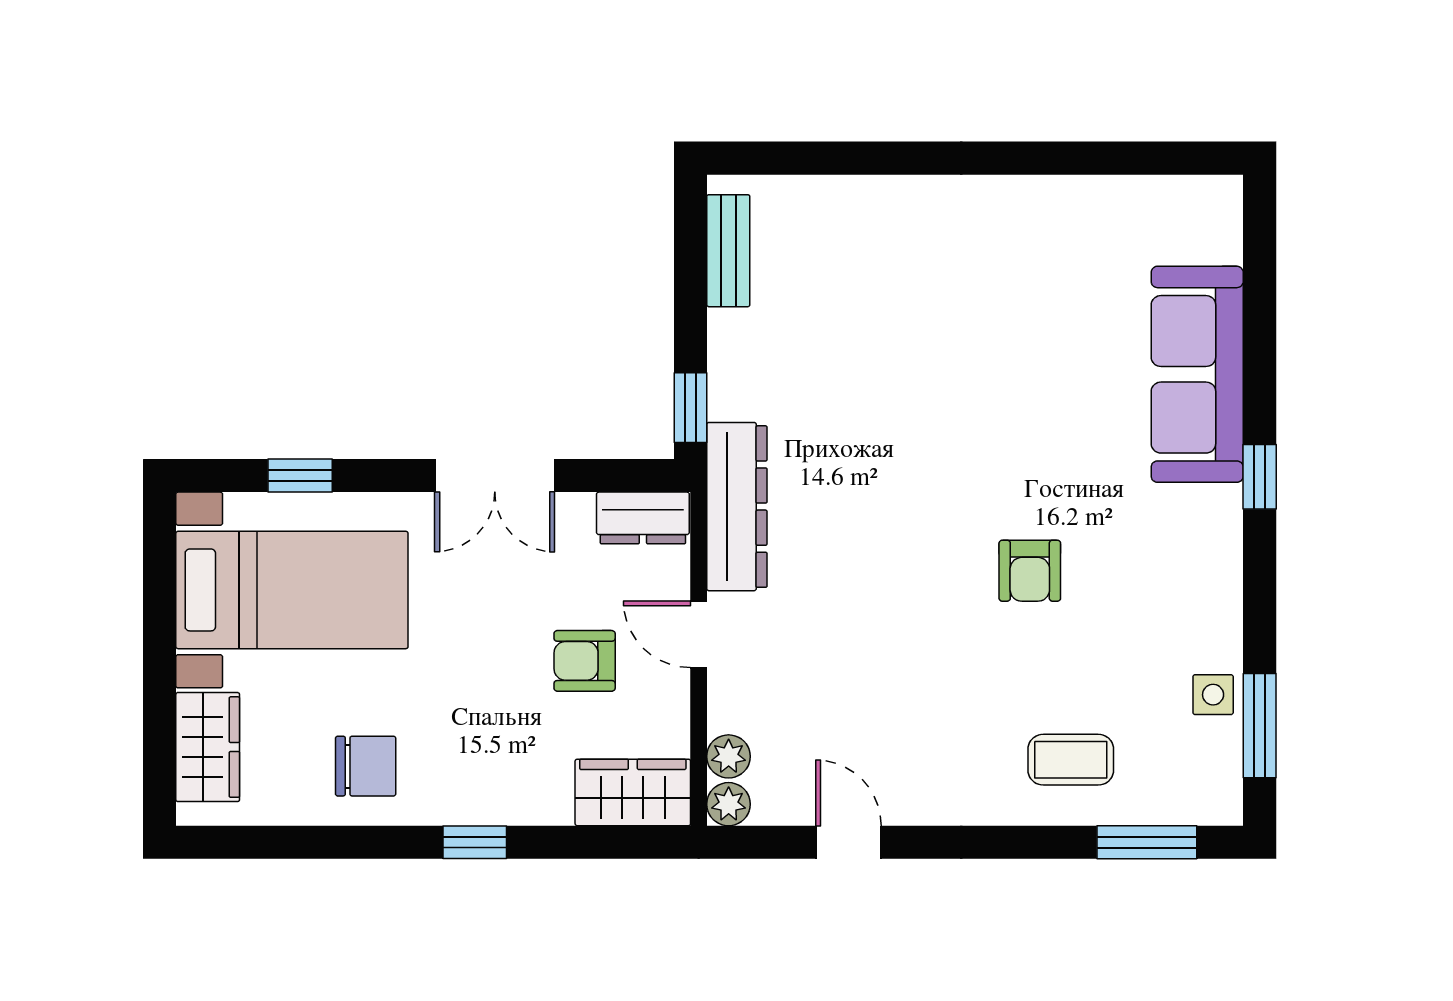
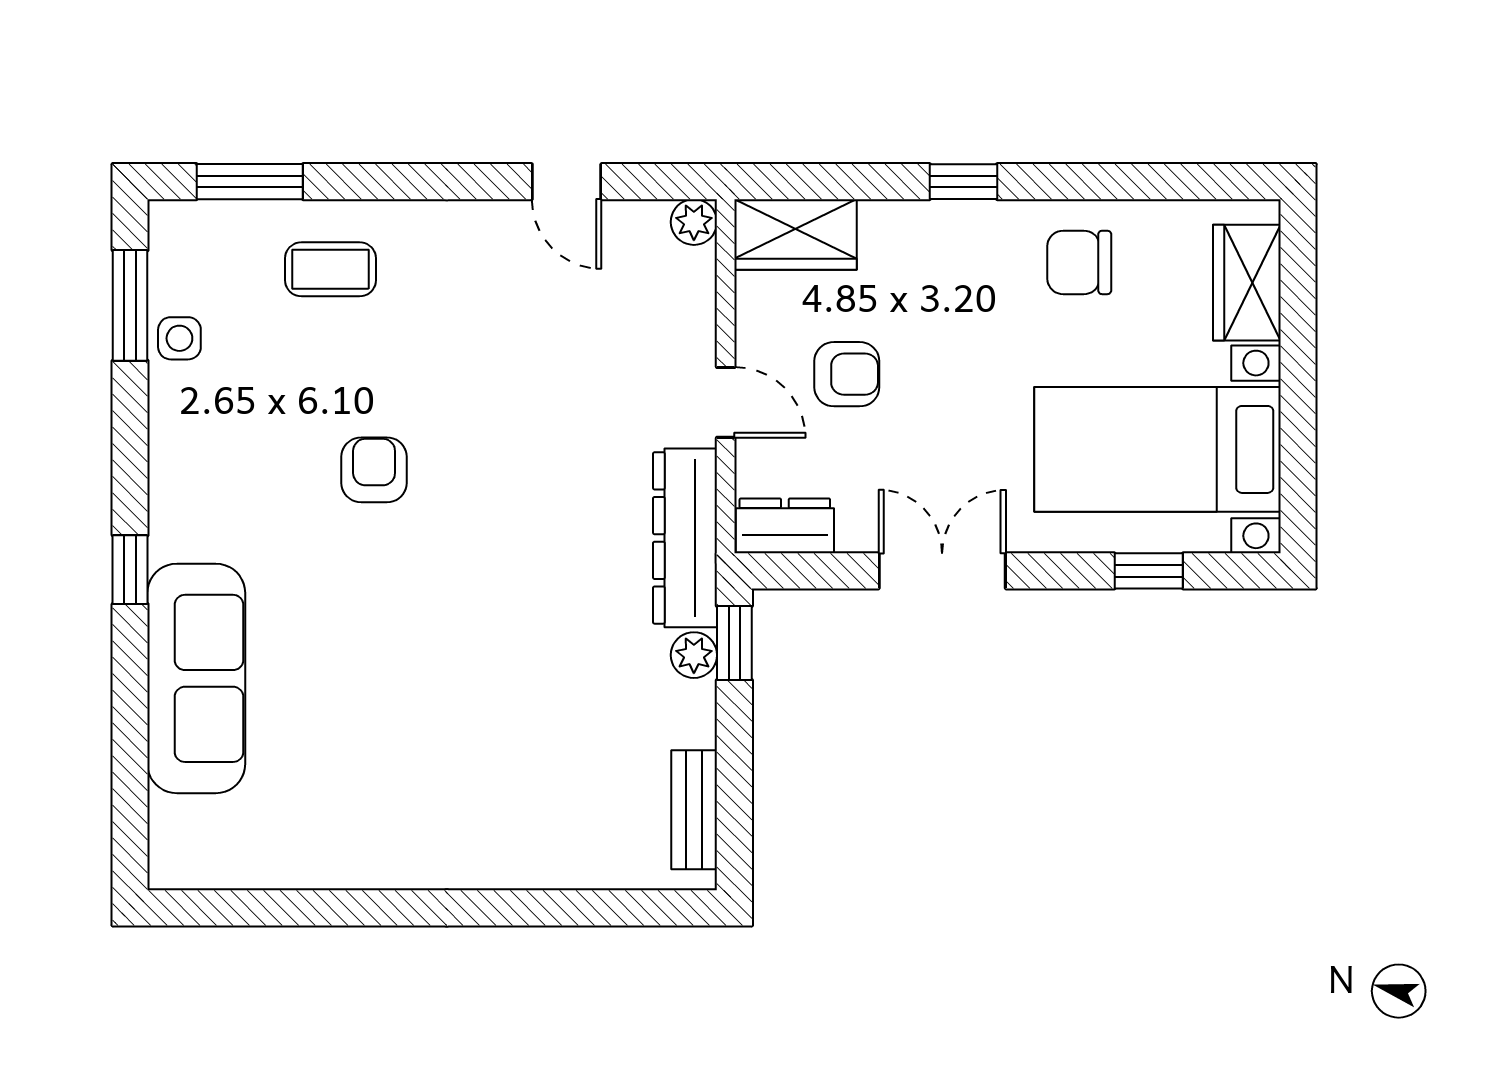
plant: (729, 756) -> (694, 655), moved

